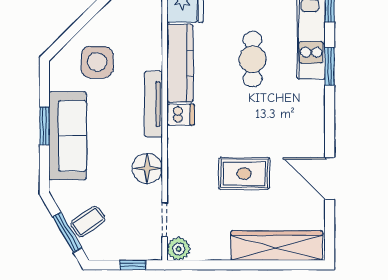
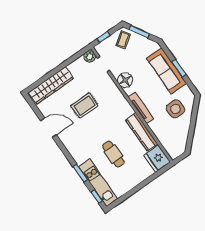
dishwasher: (181, 115) -> (127, 111), removed
coffee table: (88, 221) -> (123, 40), moved

